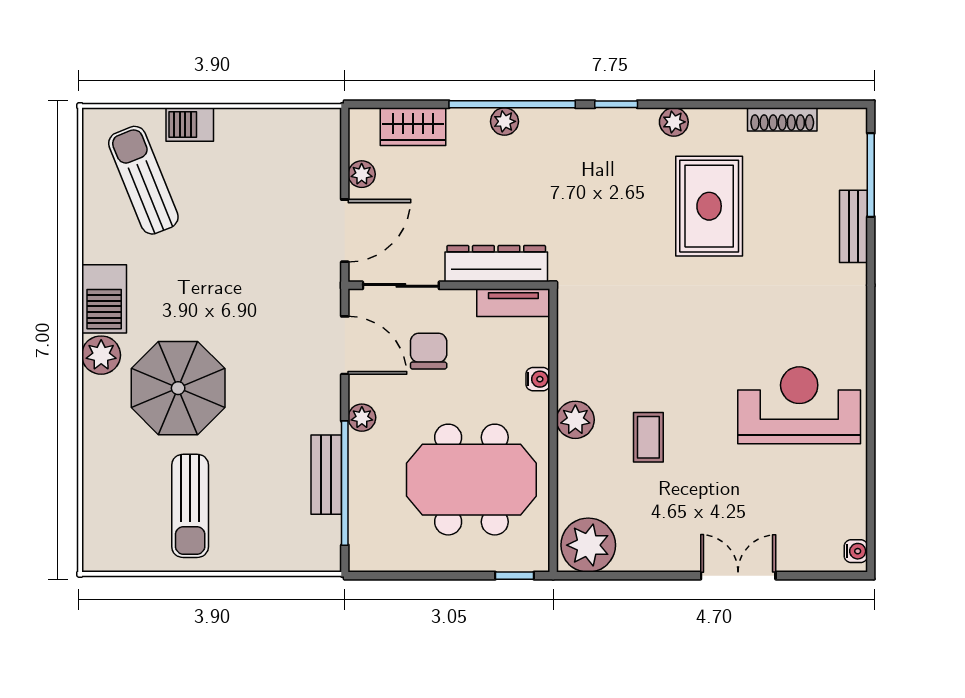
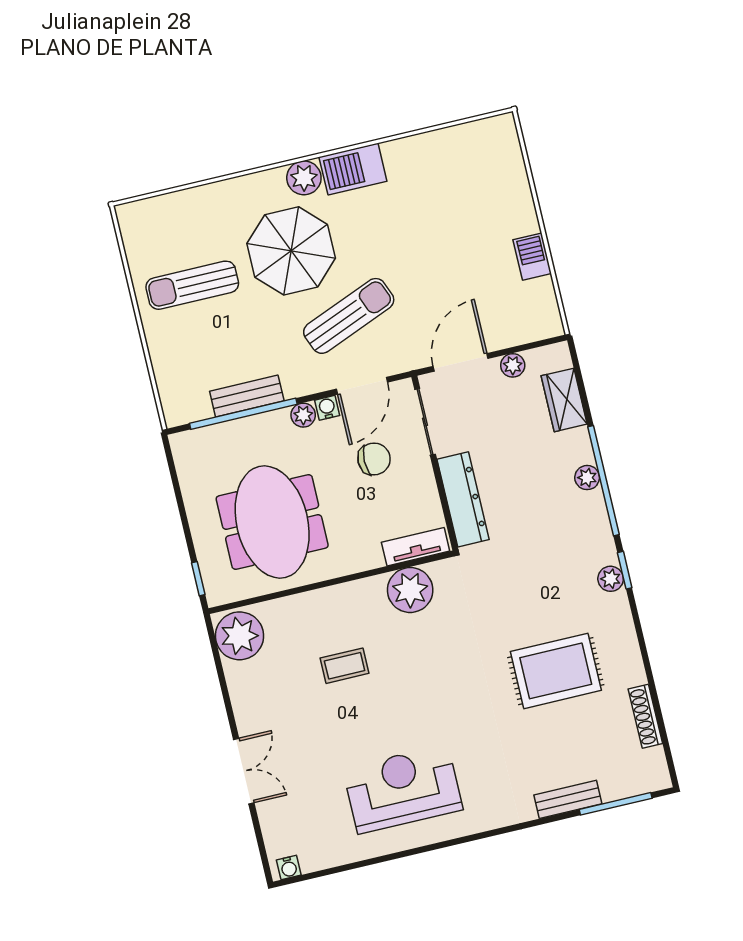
plant: (674, 122) -> (611, 579), moved
barbecue: (190, 124) -> (532, 257), moved
sun lounger: (143, 180) -> (349, 316), moved
door: (345, 231) -> (461, 362), swing flipped
tv unit: (513, 303) -> (416, 547), moved, turned 90
water cooler: (538, 379) -> (327, 408), moved, turned 180
reception desk: (799, 405) -> (403, 789), turned -90
plant: (575, 420) -> (410, 590), moved, width x1.36, depth x1.36

